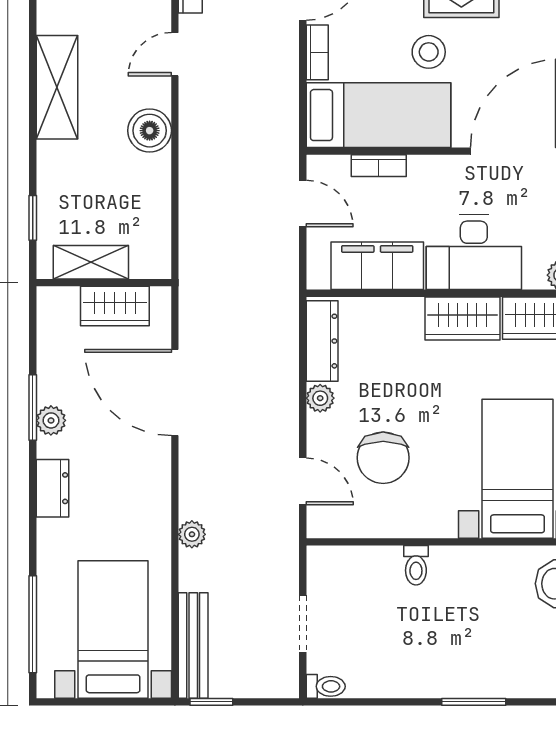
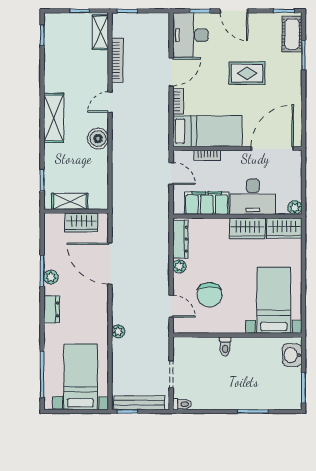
stool: (429, 52) -> (231, 101), removed
bench: (193, 645) -> (139, 403), moved, turned 90

